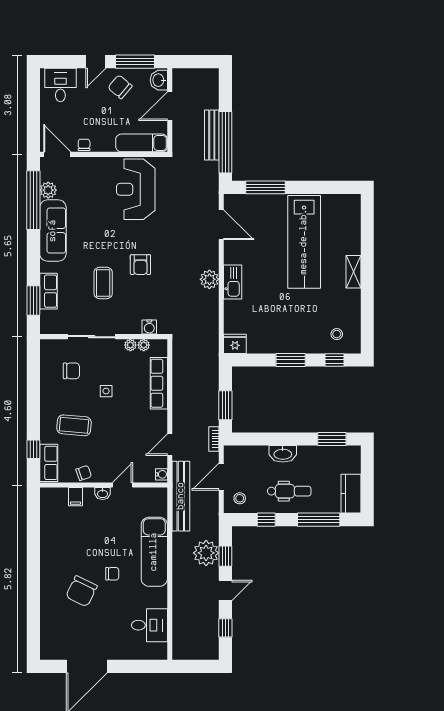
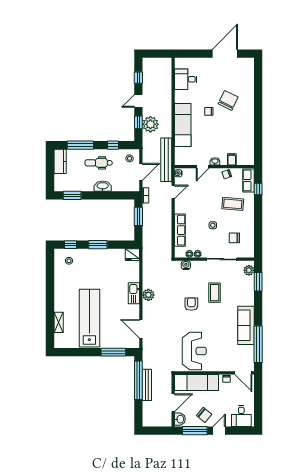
exam couch: (142, 143) -> (196, 382), width x1.36, depth x1.45
plant: (48, 190) -> (249, 270), moved
shelving: (353, 272) -> (59, 322), moved
row of seats: (48, 291) -> (249, 287), removed

